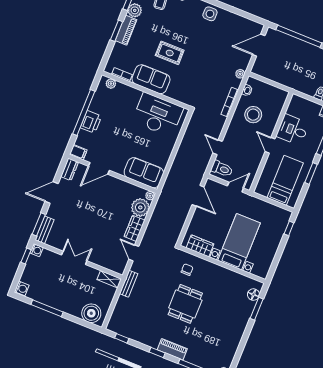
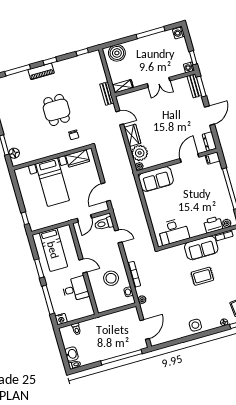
desk: (158, 115) -> (173, 231), width x0.73, depth x0.77
printer: (91, 122) -> (213, 225), moved, turned 90
door: (198, 196) -> (106, 192), hinge flipped

